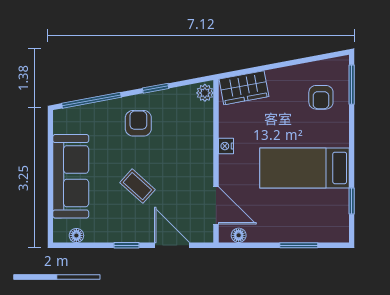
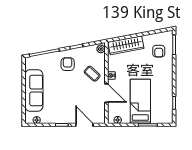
wardrobe: (244, 88) -> (126, 45), width x1.50
bed: (304, 168) -> (140, 101), moved, turned 90
coffee table: (137, 186) -> (92, 74), moved
door: (216, 205) -> (106, 93), moved

